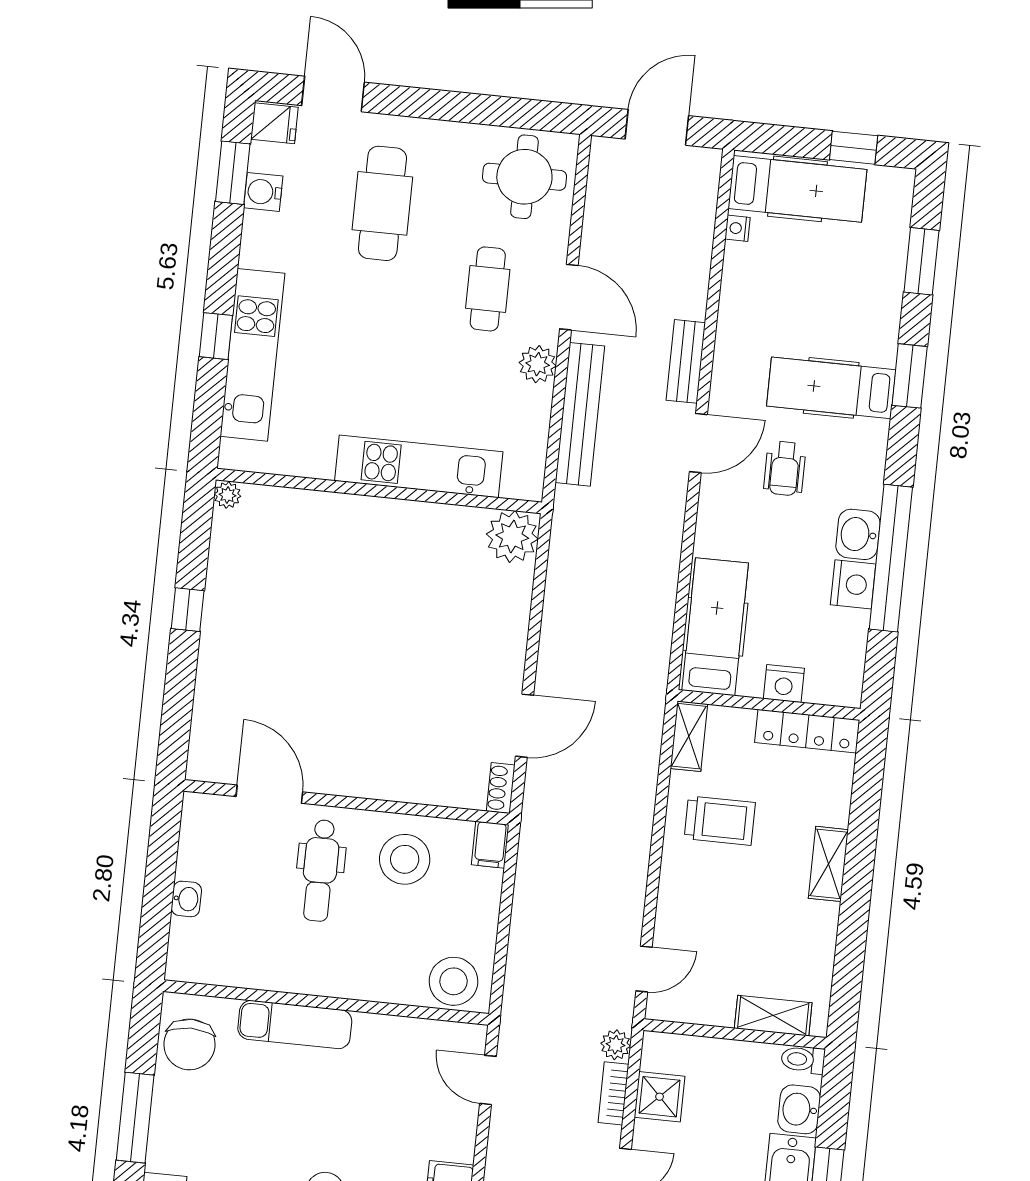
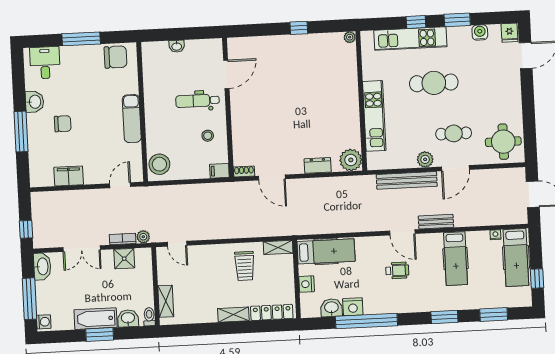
window: (233, 173) -> (457, 20), moved
cafe table: (382, 203) -> (434, 83), moved
hospital bed: (831, 388) -> (456, 259), moved, turned 180
wheelchair: (785, 469) -> (397, 270), turned 180
washbasin: (858, 534) -> (331, 308), moved
dresser: (513, 615) -> (318, 165), added
locker: (807, 731) -> (272, 312), moved, turned 90
stool: (405, 859) -> (208, 136), width x0.53, depth x0.53
exam couch: (295, 1025) -> (132, 119), moved
chair: (189, 1044) -> (116, 57), turned 180

